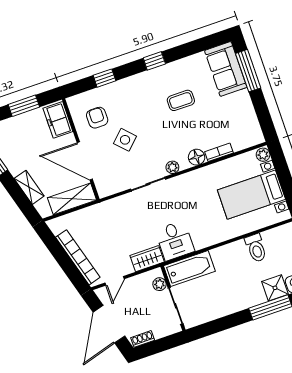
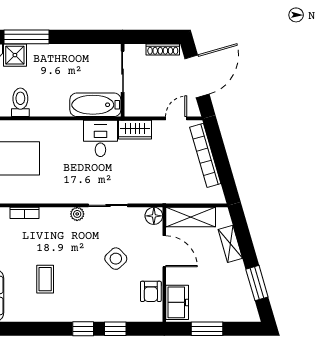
window: (154, 61) -> (83, 329), moved
coffee table: (181, 100) -> (45, 279), turned 90
armchair: (97, 118) -> (151, 291), moved
floor lamp: (197, 157) -> (154, 216), moved
door: (85, 161) -> (164, 251), width x0.73
plant: (160, 284) -> (131, 99), removed
shoe rack: (143, 339) -> (163, 49), width x1.43

